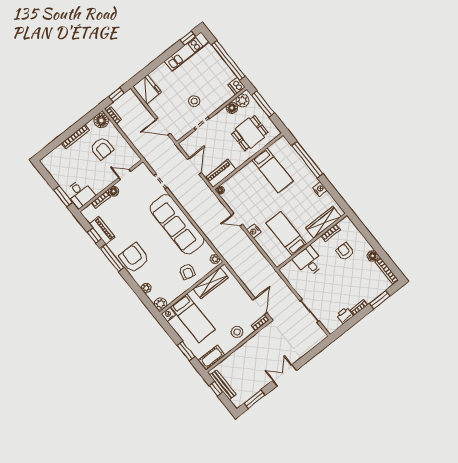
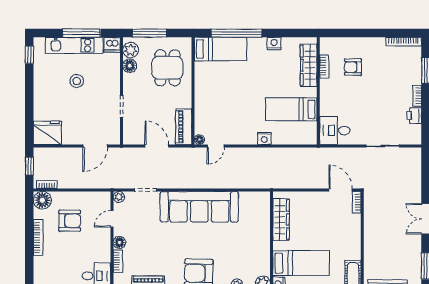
kitchen unit: (187, 52) -> (74, 45), moved, turned 90
window: (228, 60) -> (81, 33), width x0.68
stool: (194, 101) -> (77, 81), moved
bed: (273, 171) -> (221, 49), moved
door: (237, 220) -> (216, 146), moved
floor lamp: (373, 256) -> (378, 44), removed
plant: (215, 259) -> (119, 197), moved
desk: (309, 261) -> (335, 130), moved
armchair: (187, 272) -> (252, 233), removed
stool: (237, 332) -> (348, 231), removed

